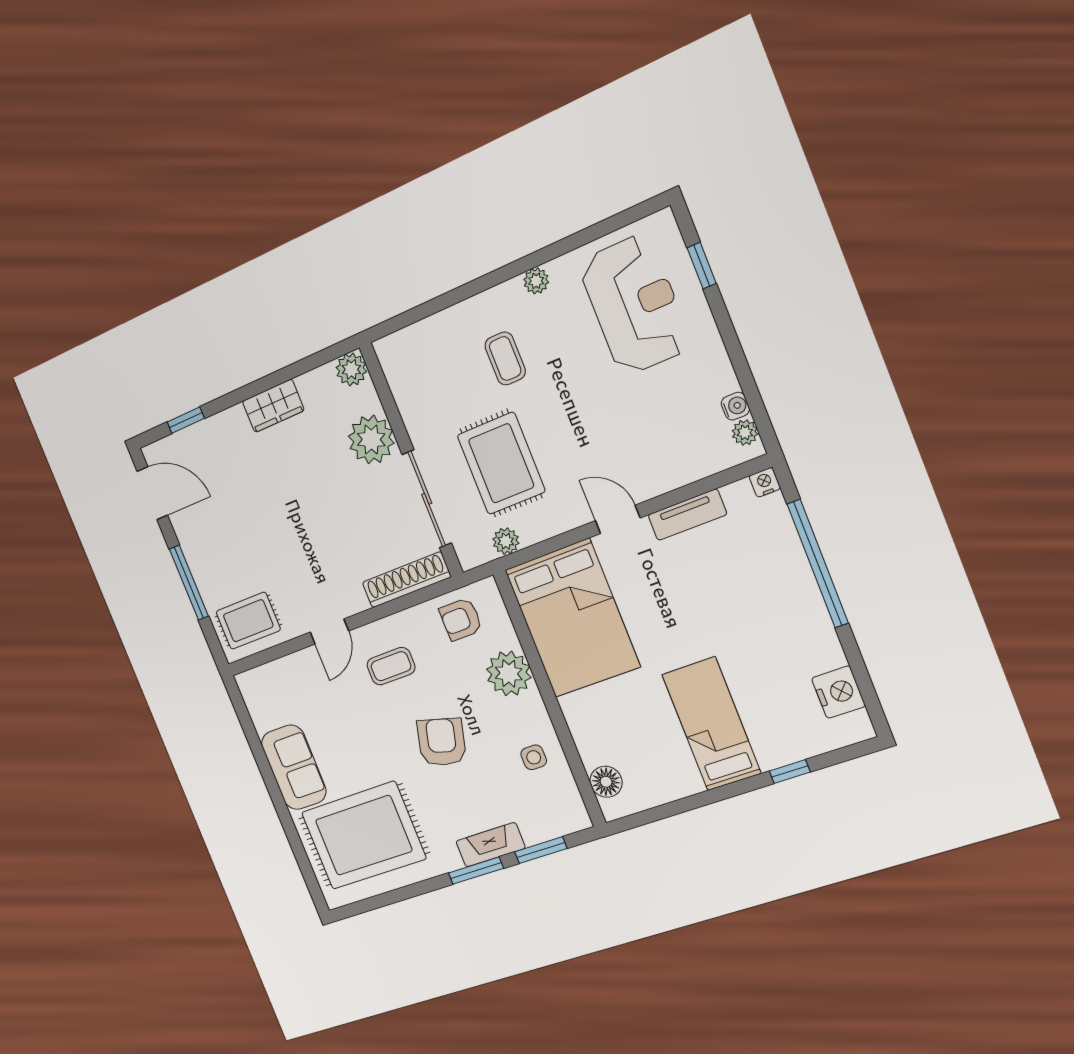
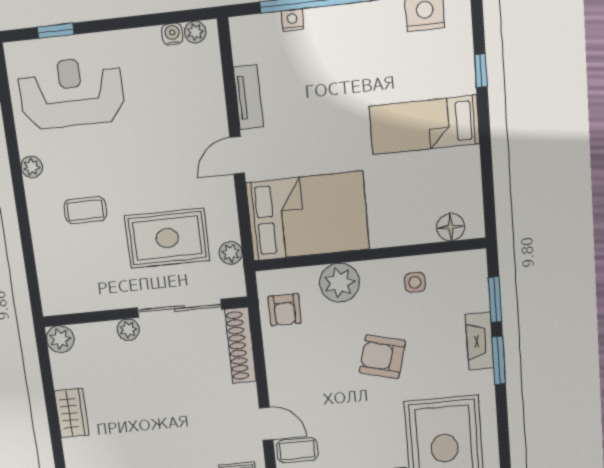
plant: (371, 440) -> (128, 330), width x0.53, depth x0.53
nightstand: (765, 482) -> (292, 20), moved, turned 90
coffee table: (391, 666) -> (297, 450), moved, turned 90

